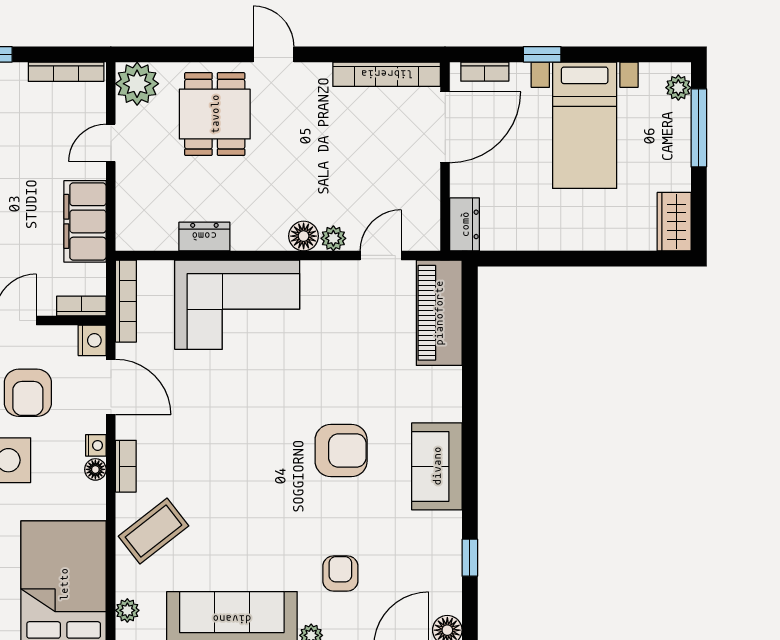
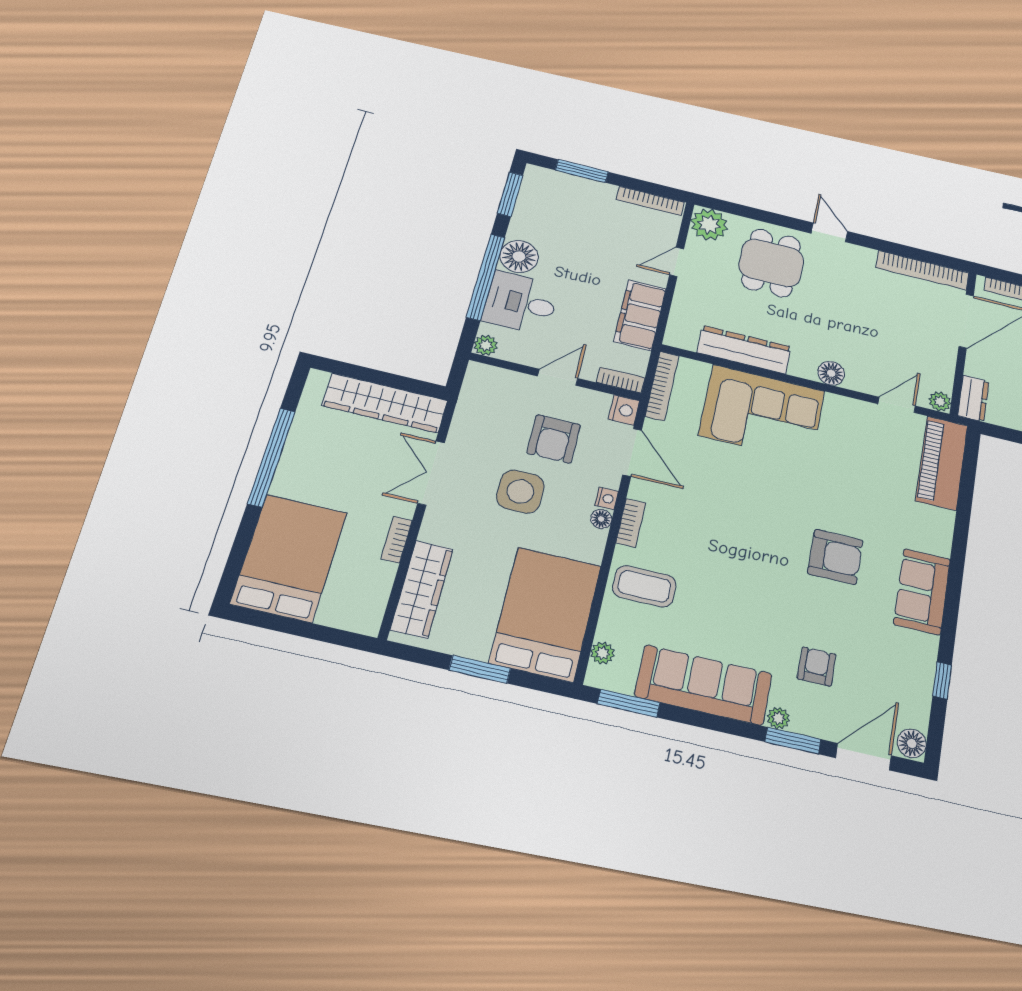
dresser: (204, 236) -> (744, 350), width x1.96, depth x1.24
plant: (333, 238) -> (940, 401), moved
coffee table: (154, 531) -> (644, 586), turned 38

